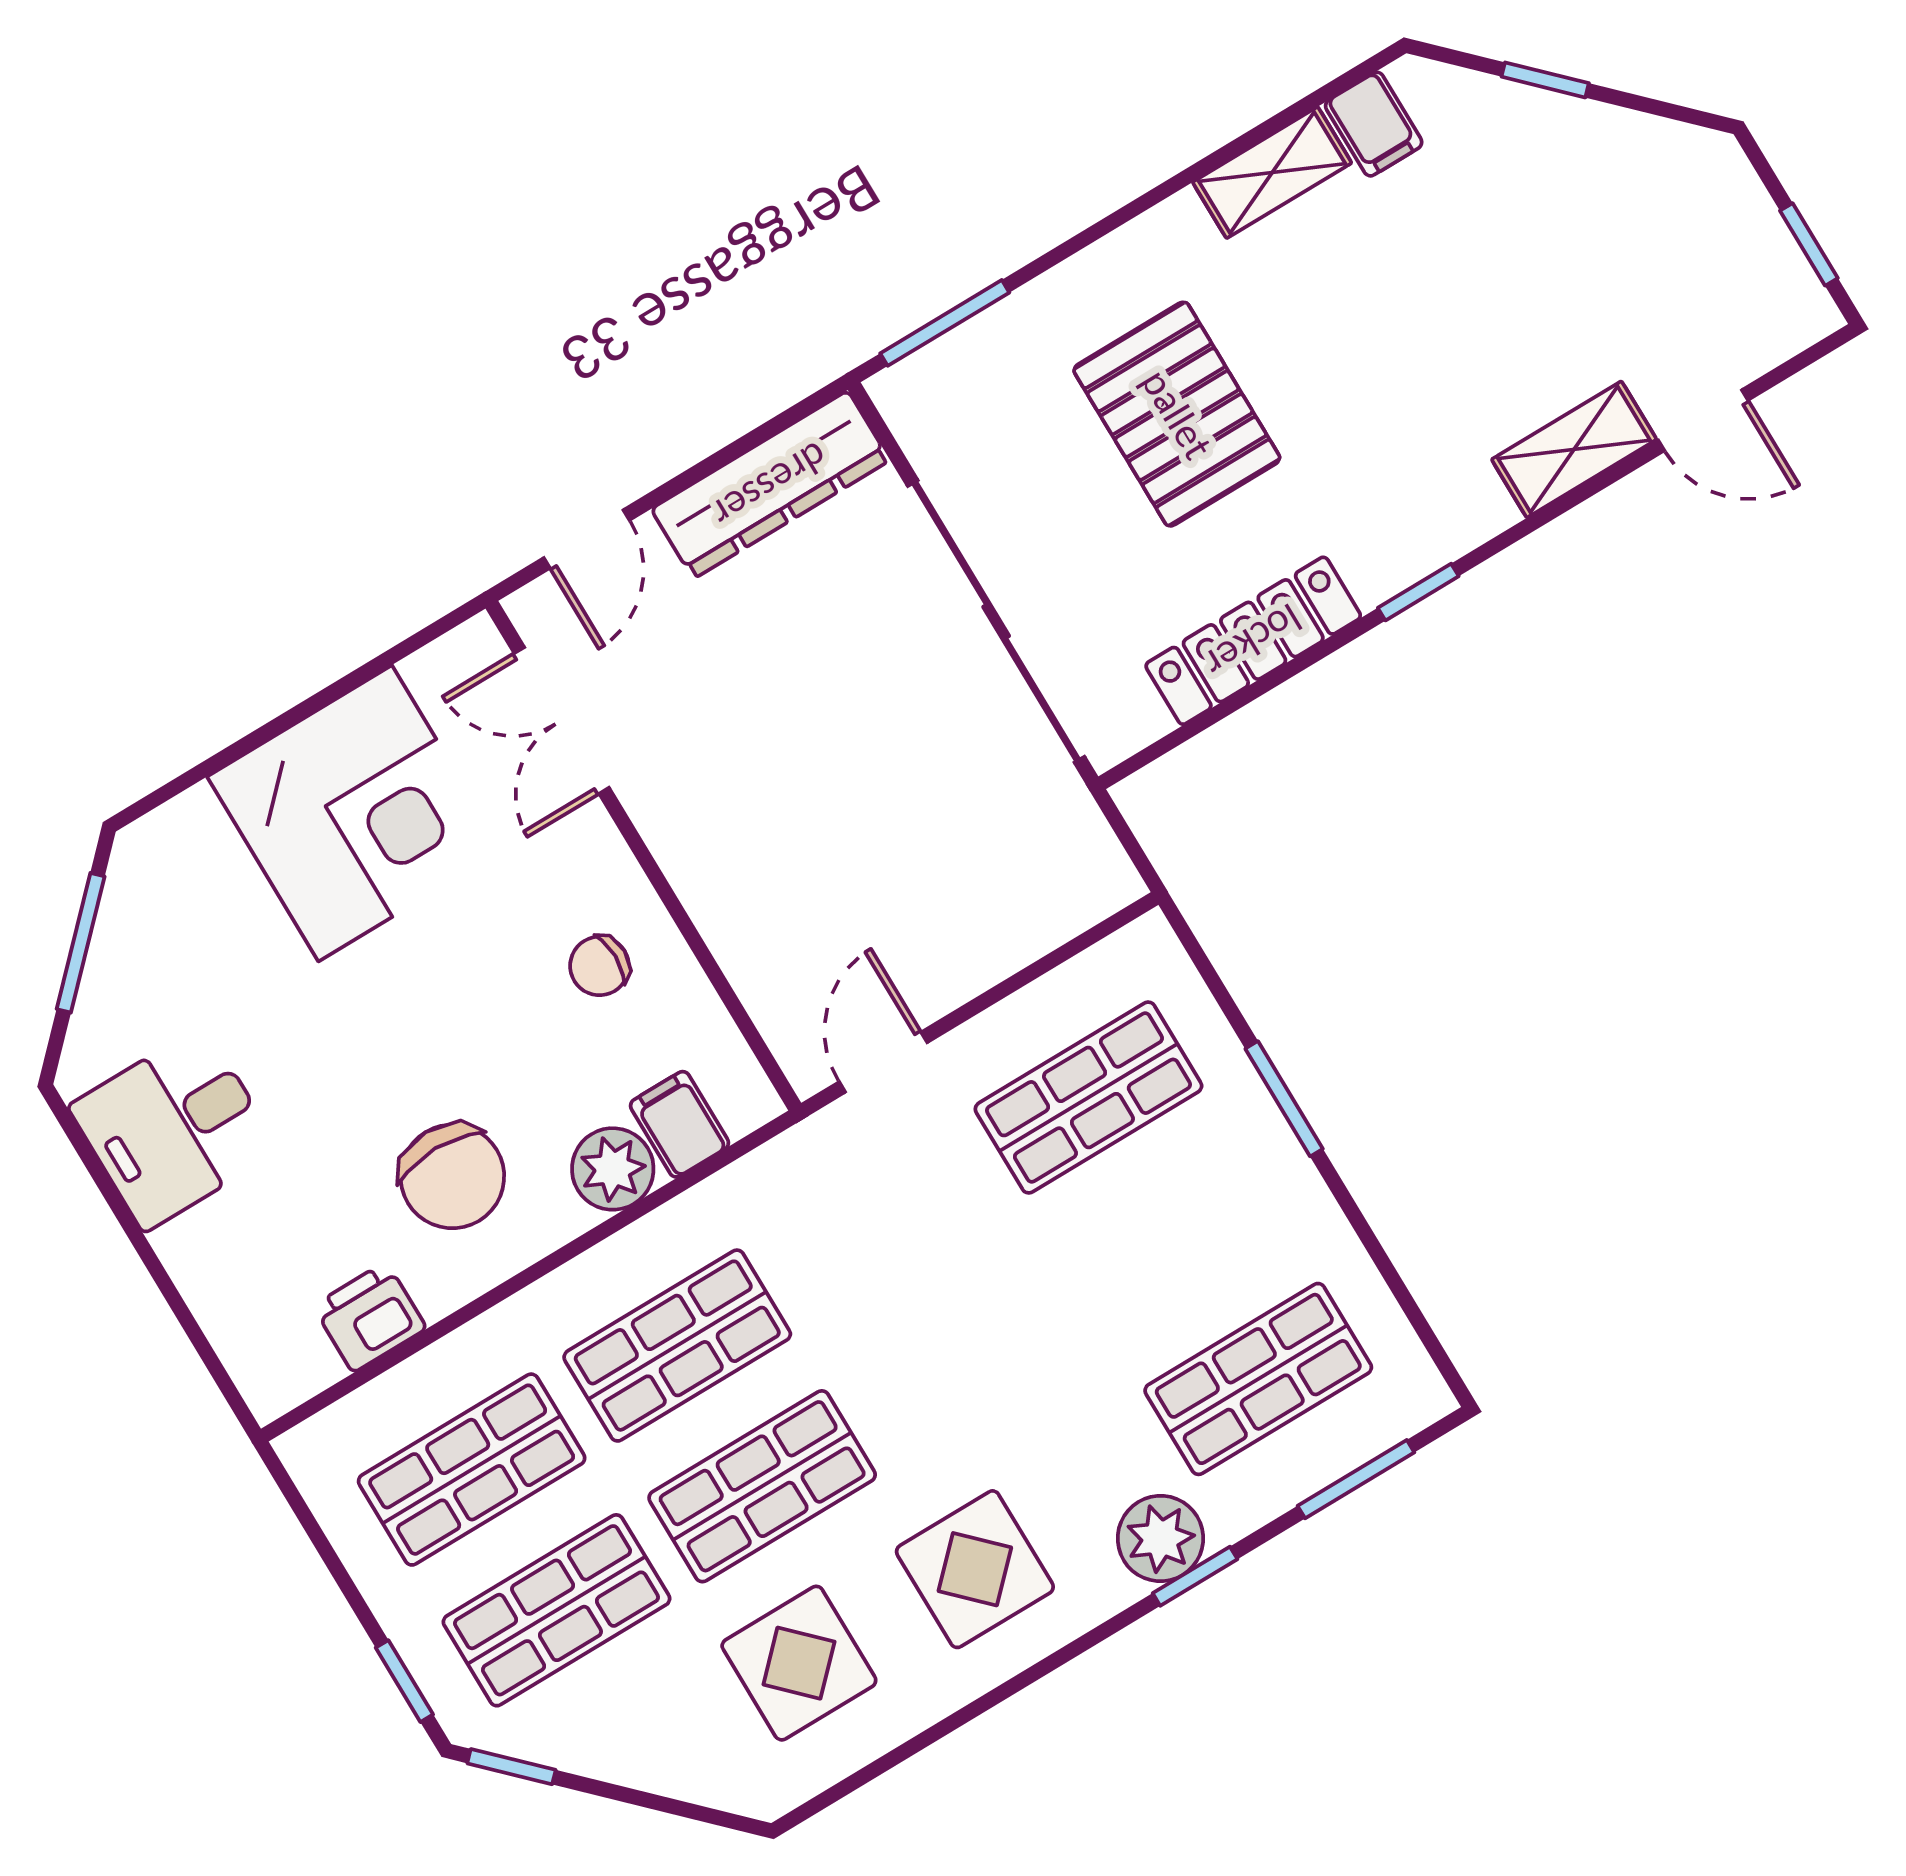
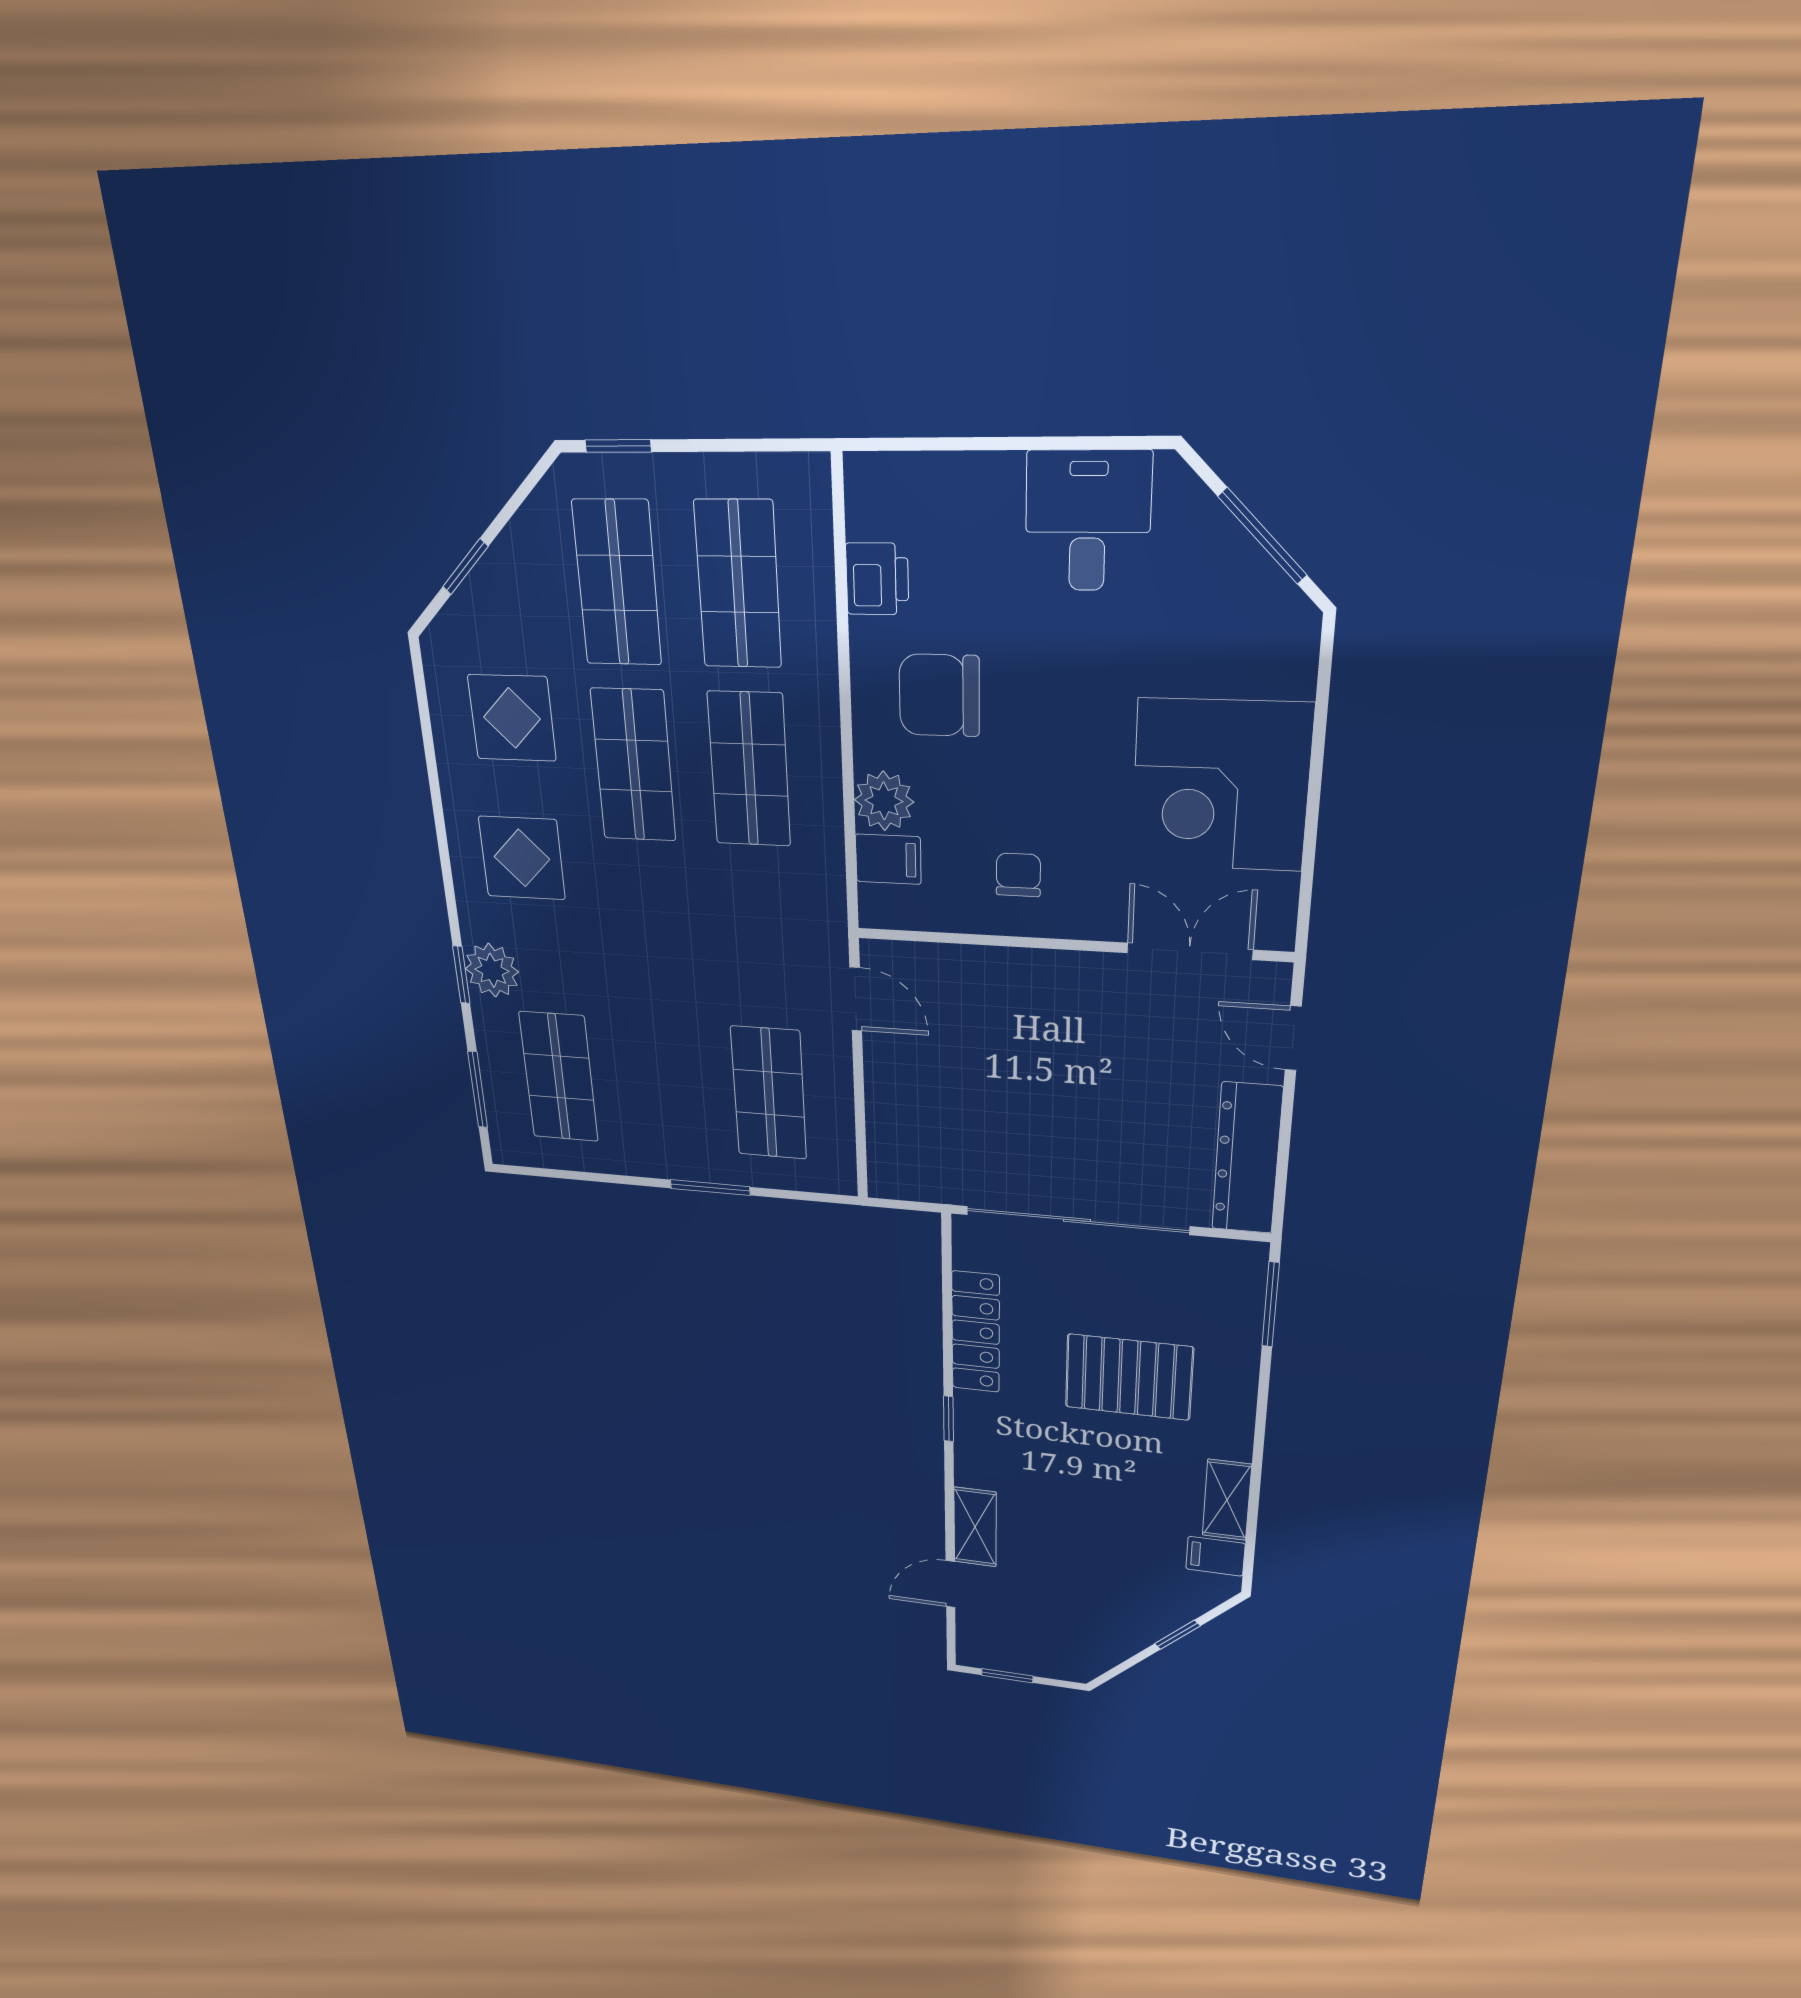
window: (511, 1767) -> (465, 567), moved

